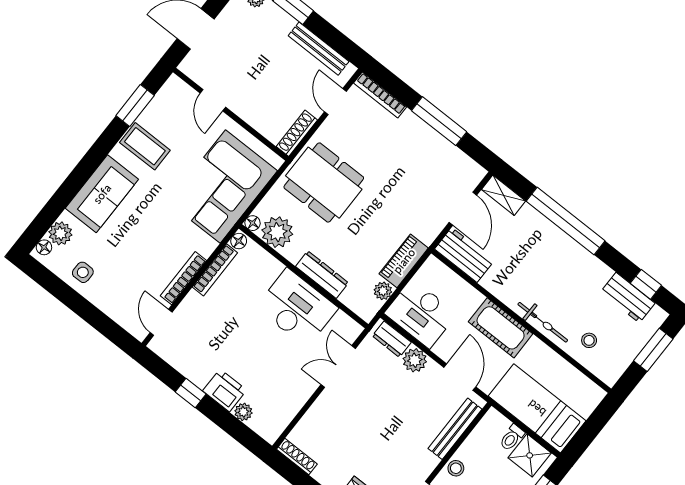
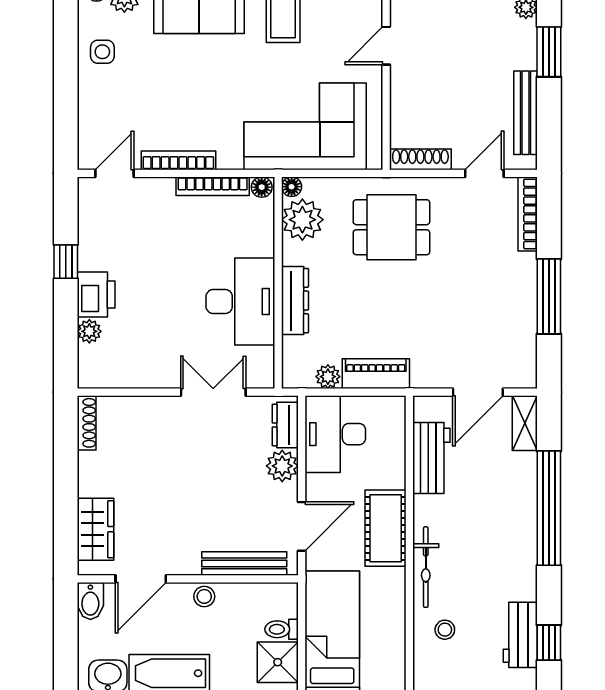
dining table: (324, 183) -> (391, 227), width x0.73
workbench: (464, 255) -> (431, 458), moved

